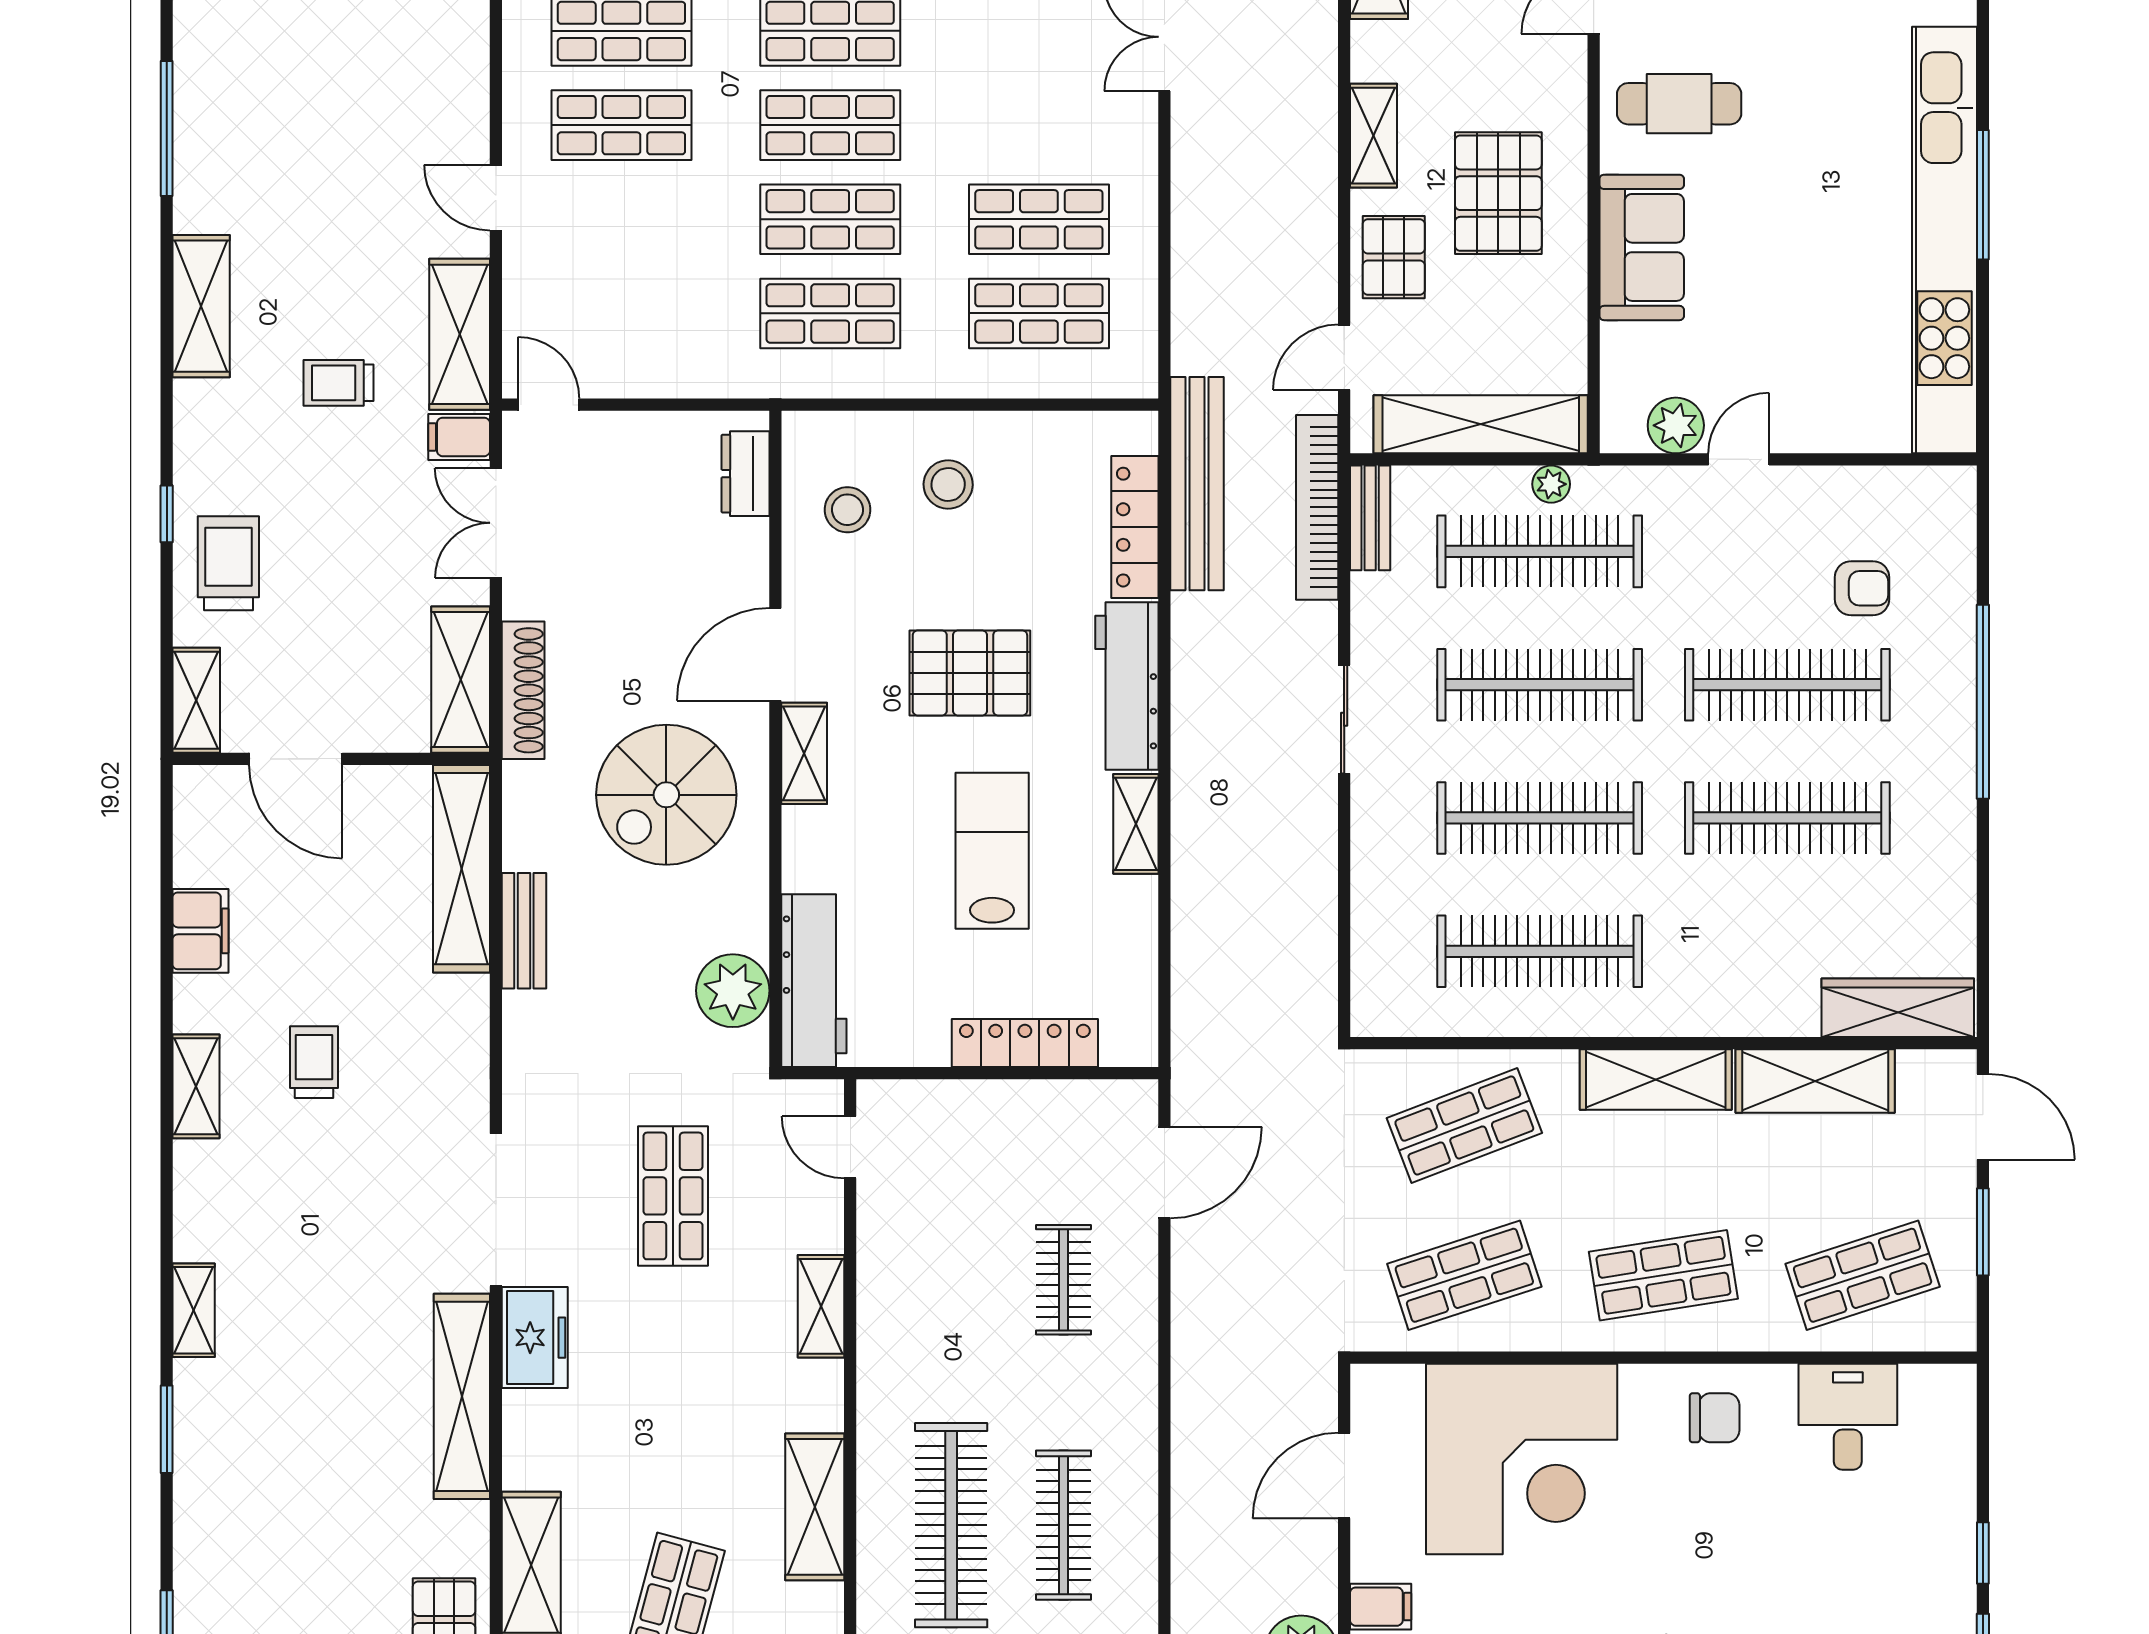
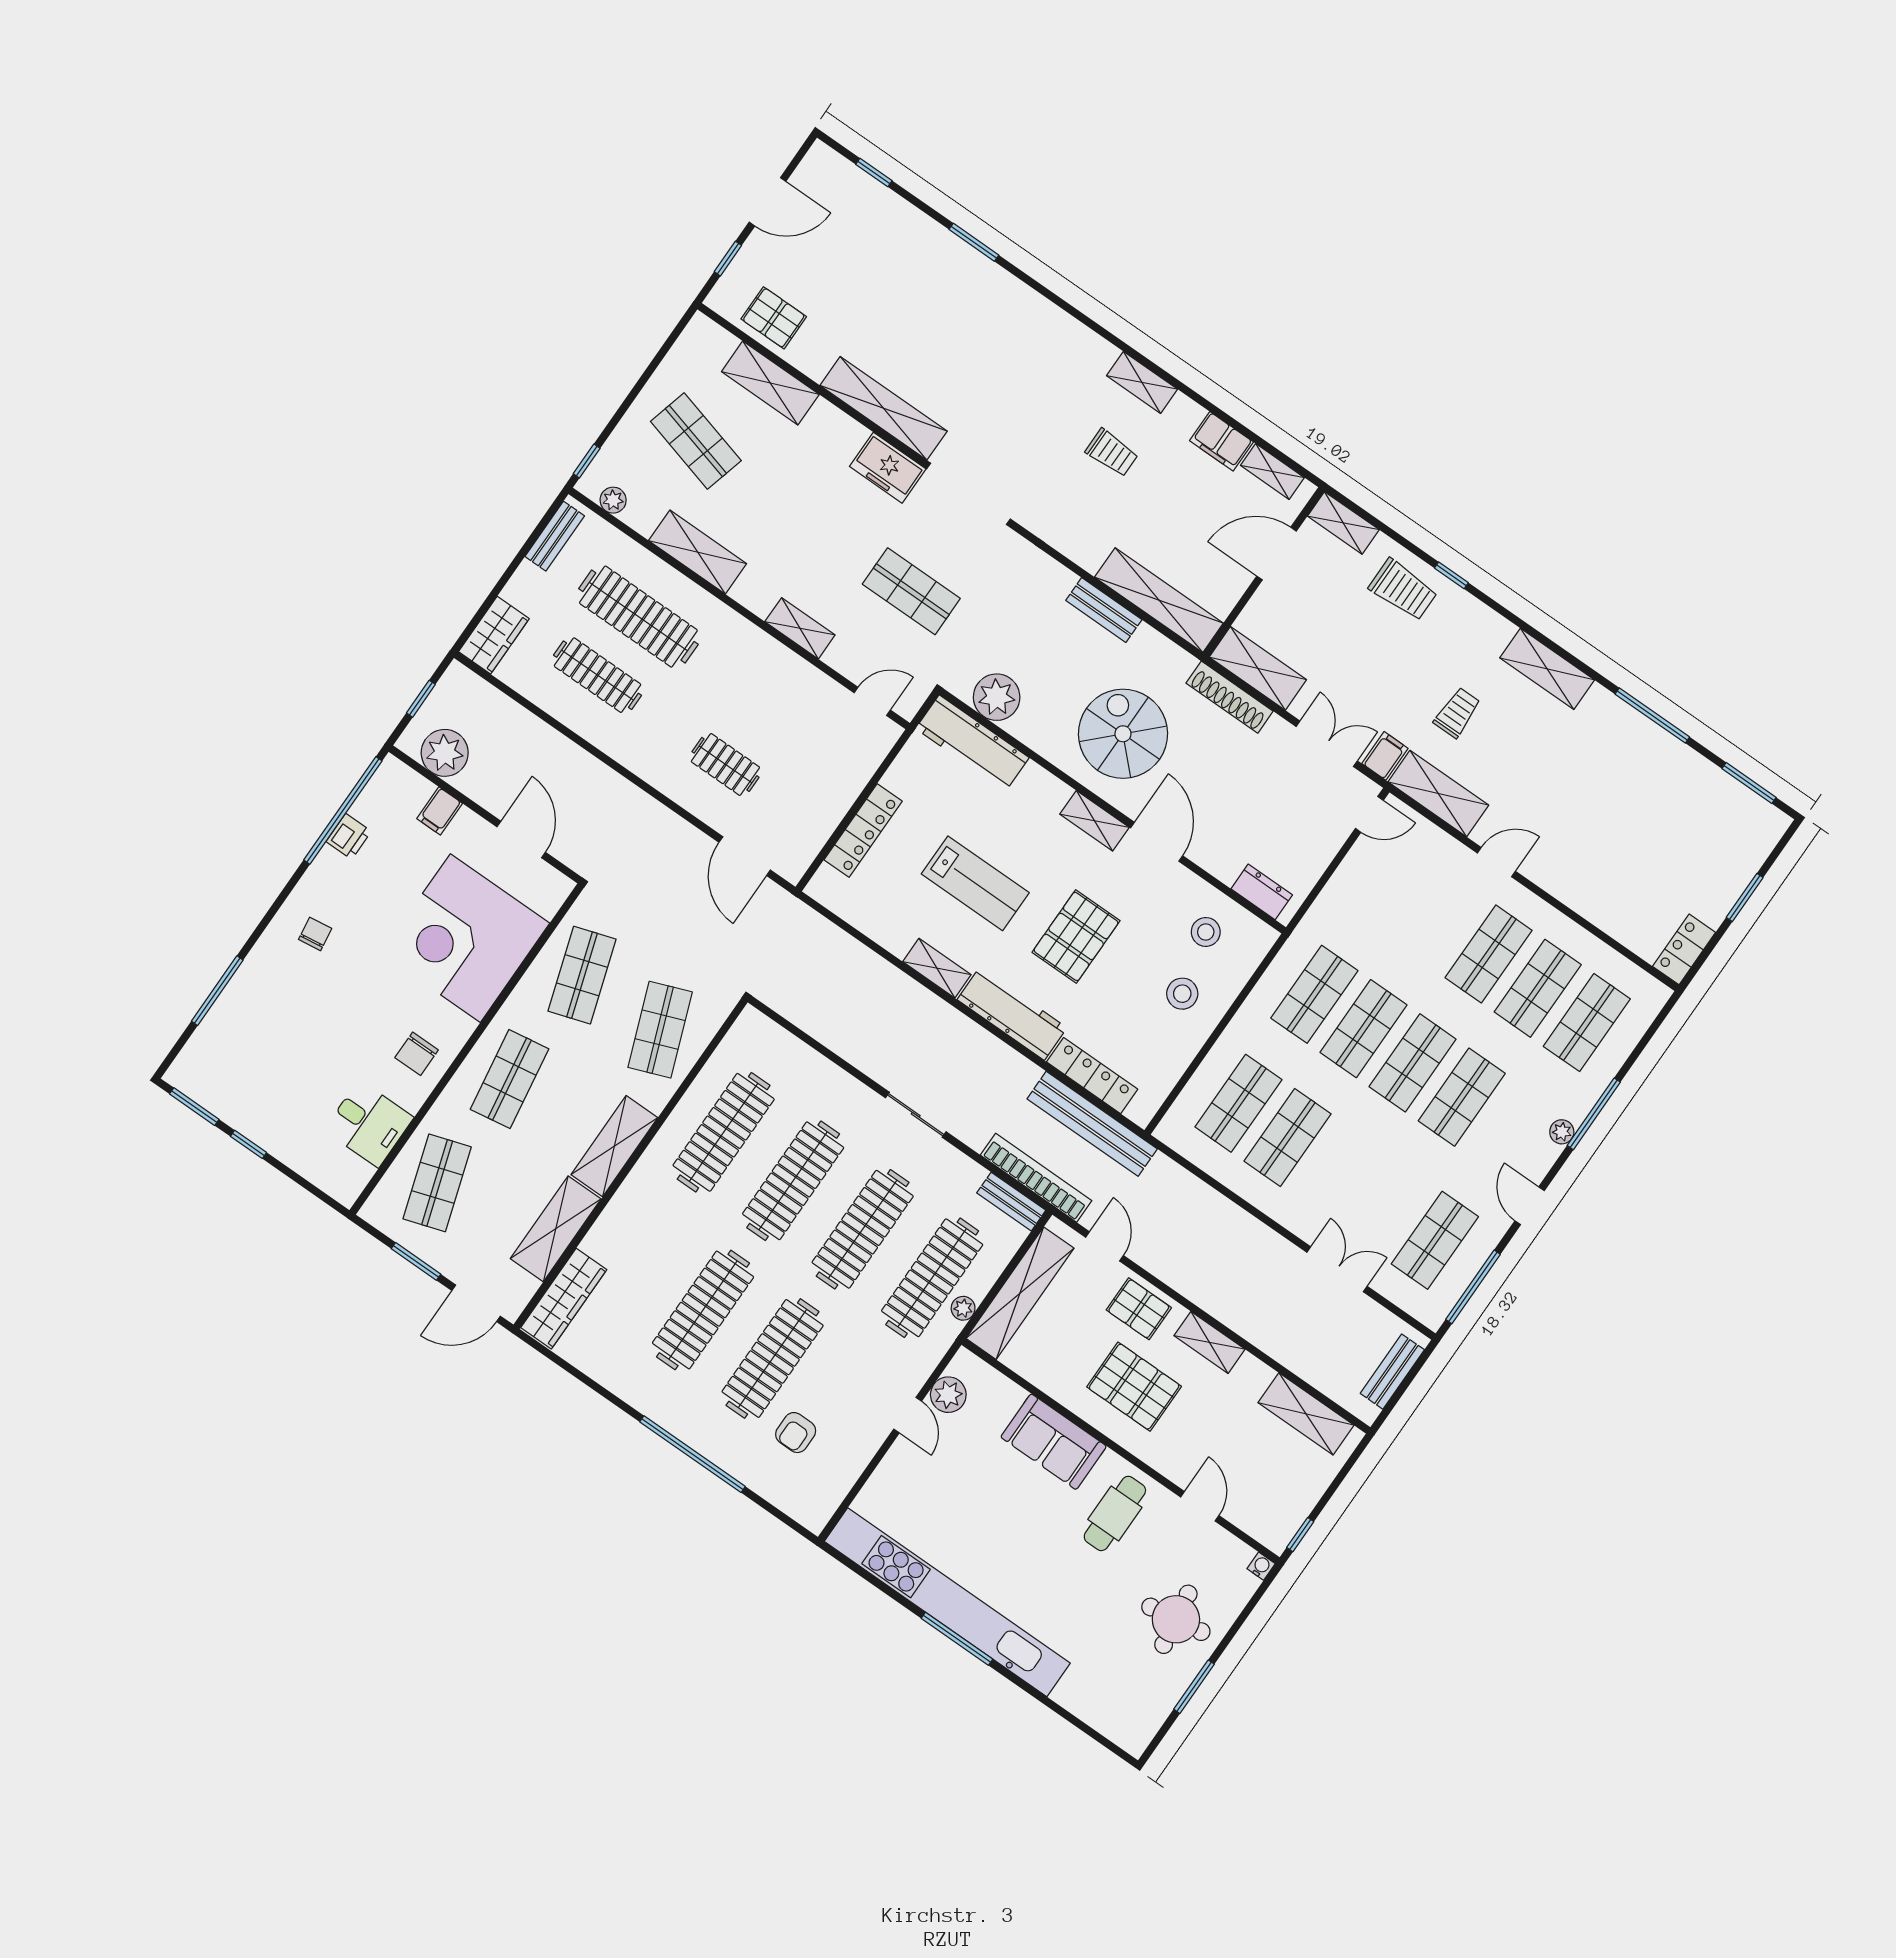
shelving: (194, 1310) -> (1272, 471), moved

